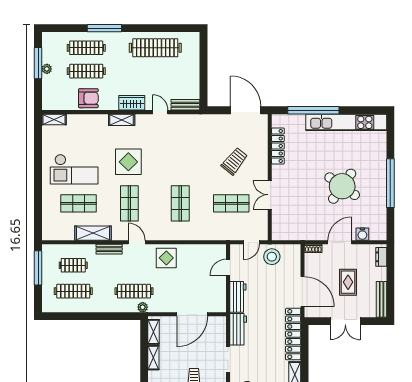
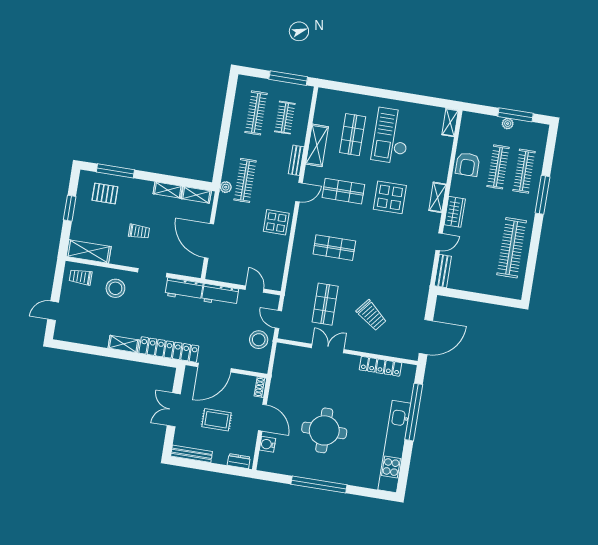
round table: (342, 186) -> (324, 430), turned -35

